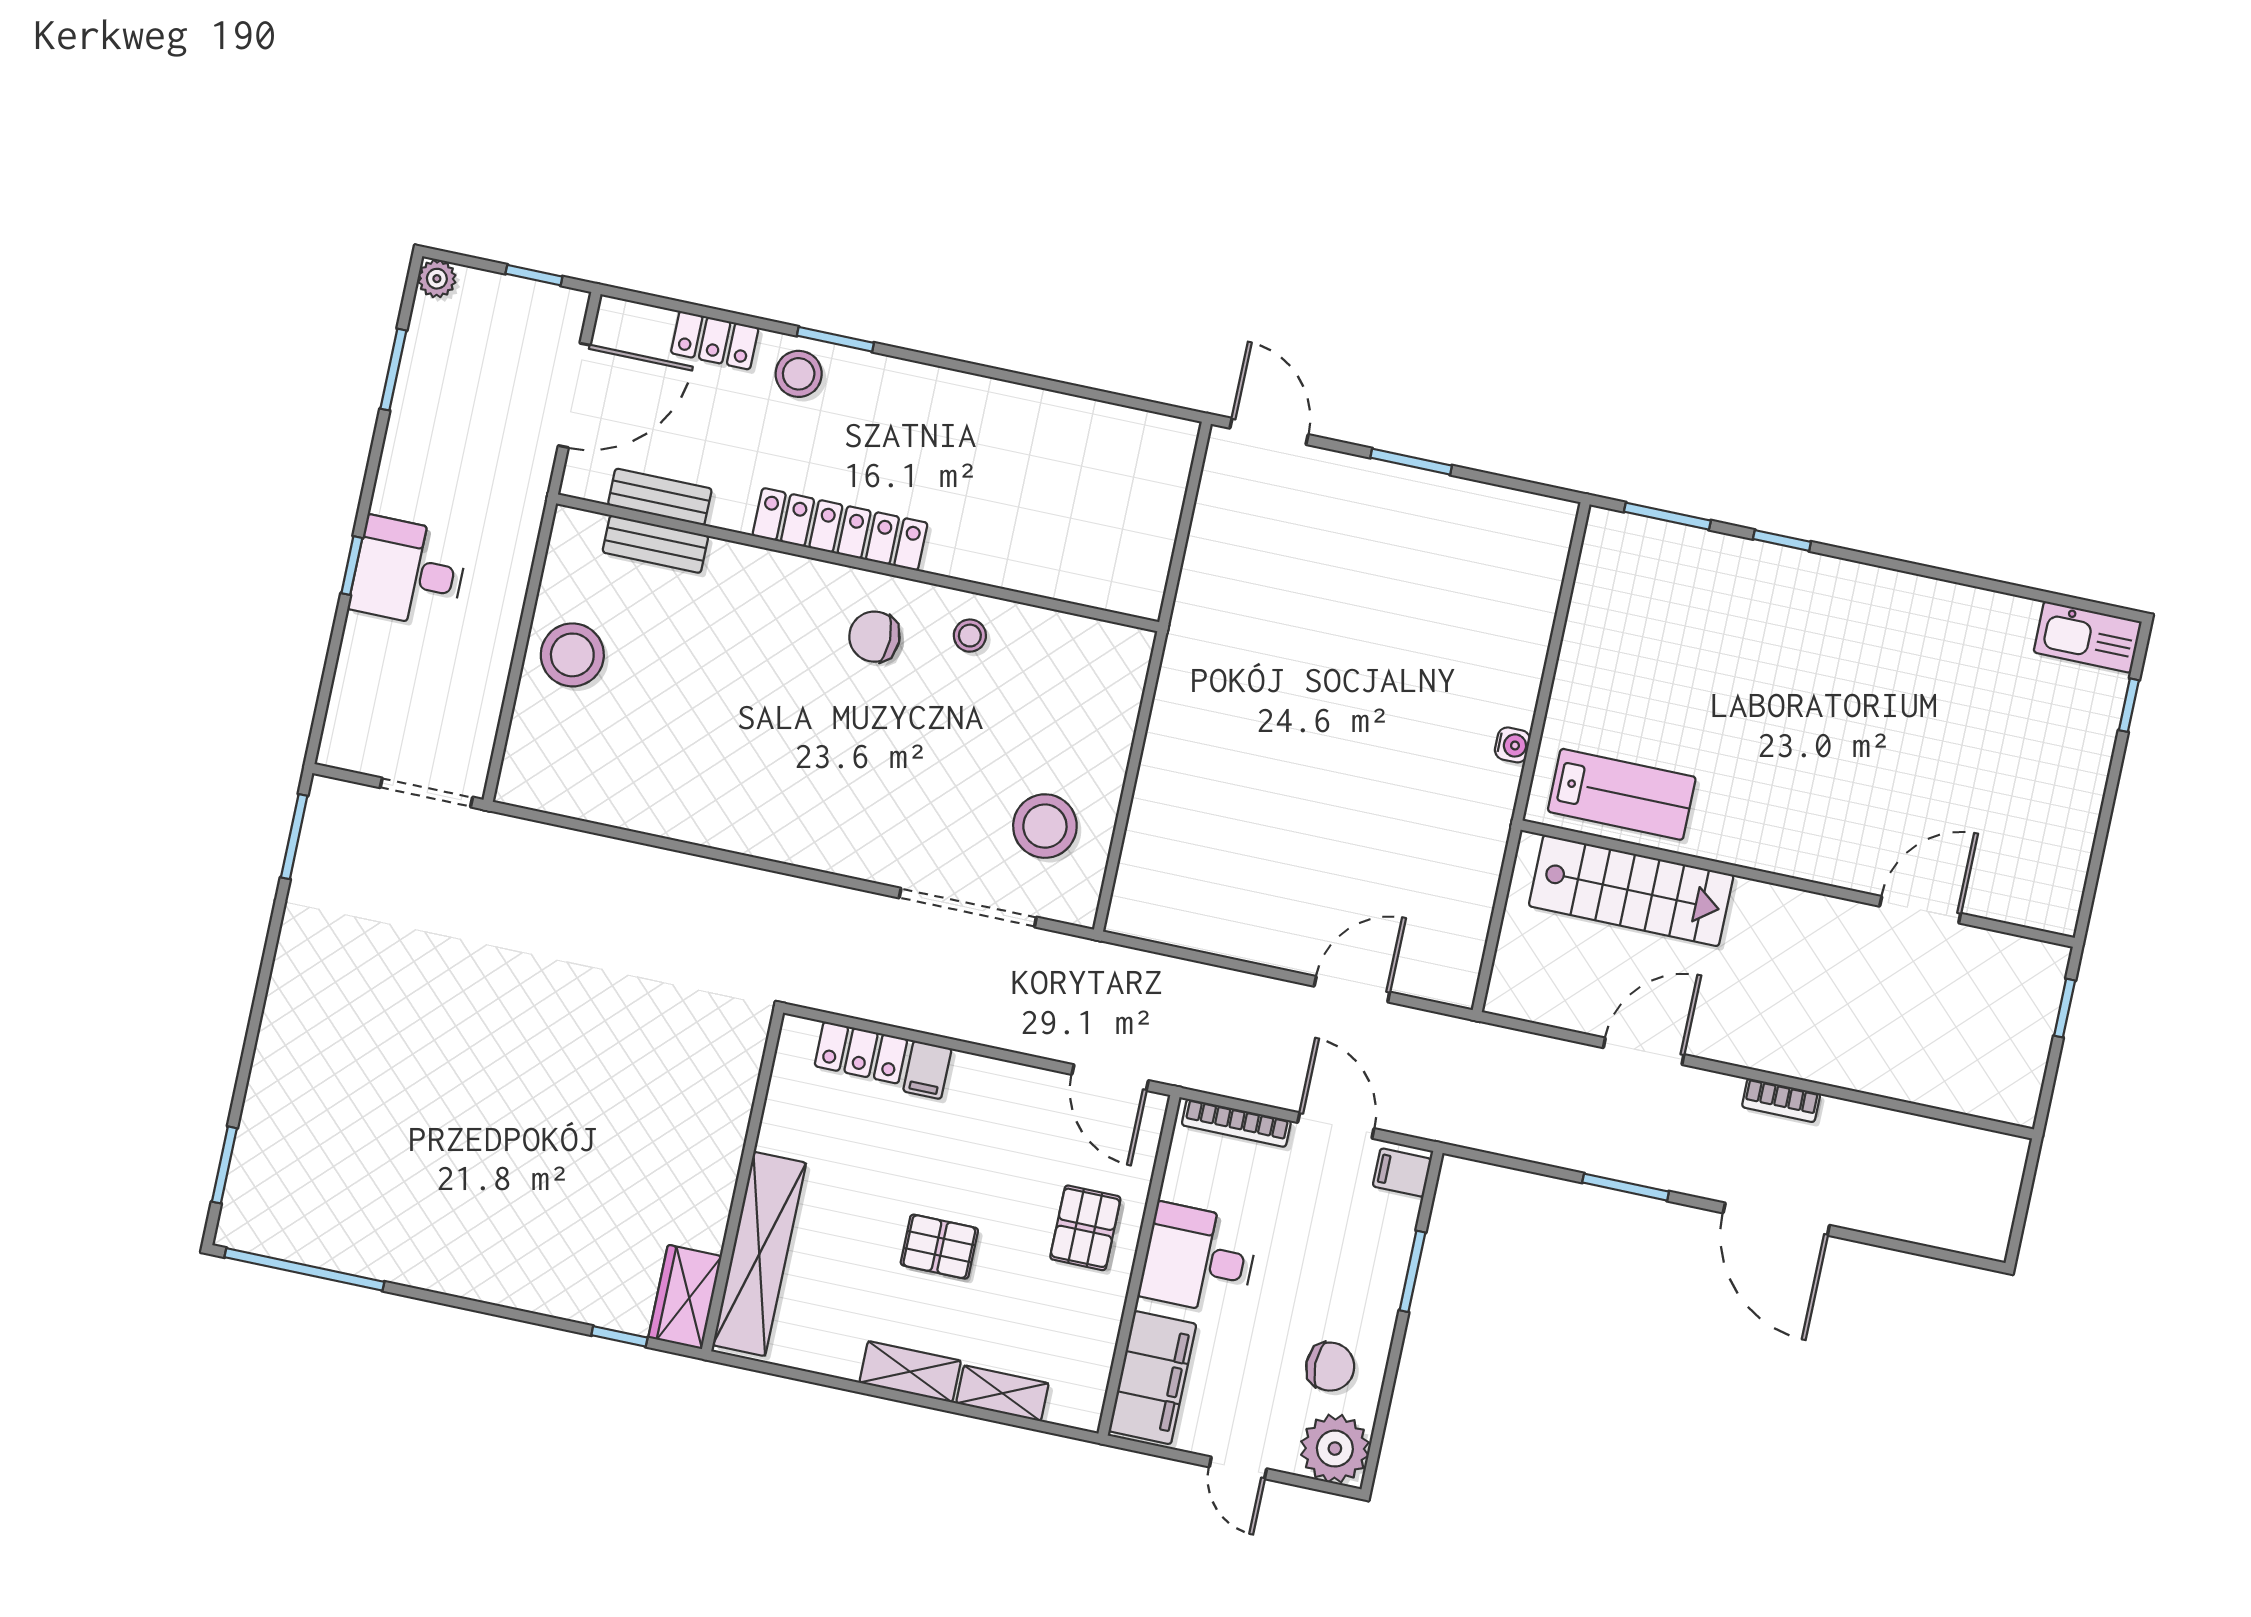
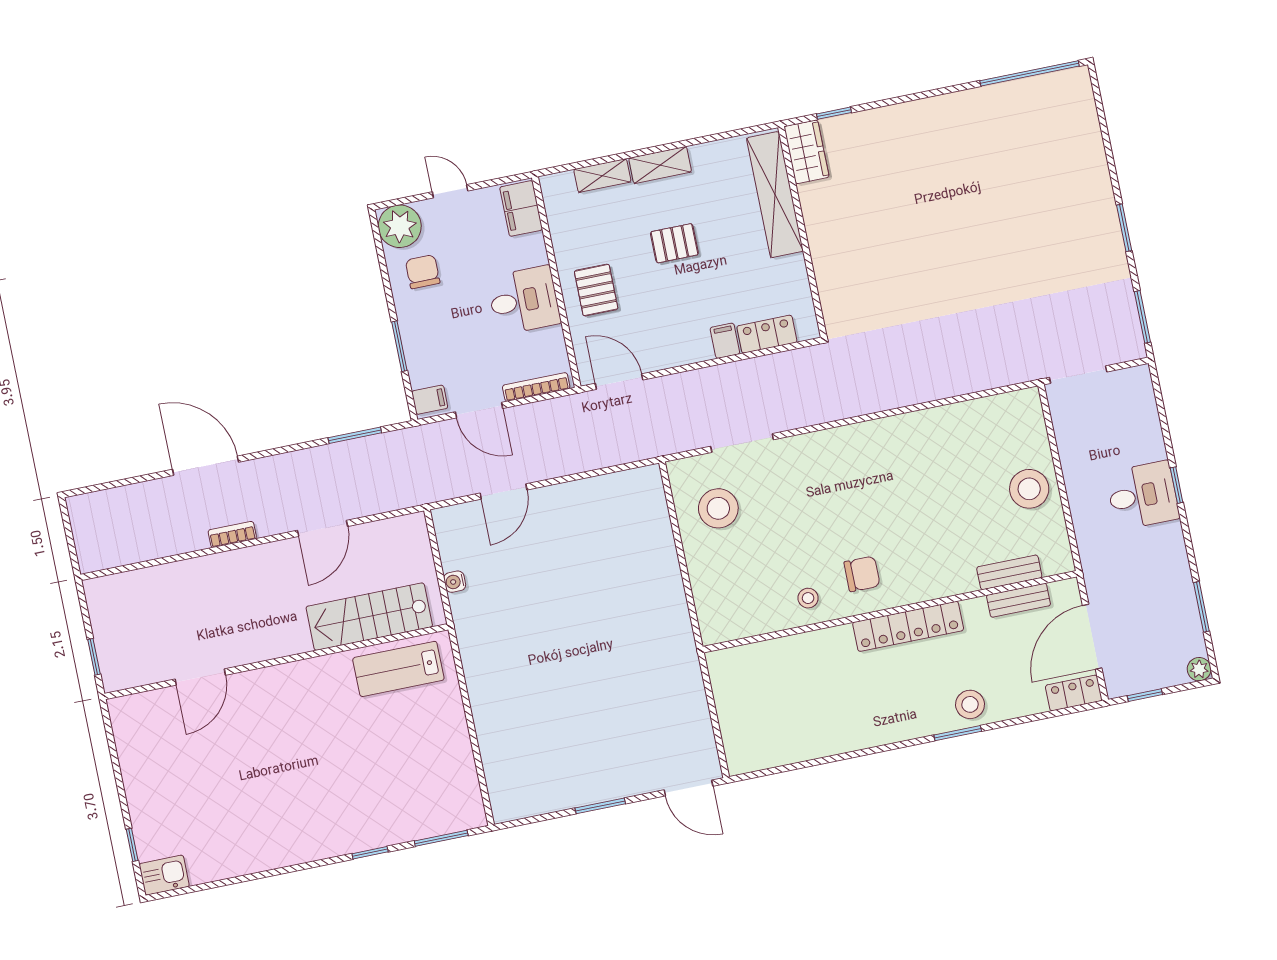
locker: (715, 340) -> (1074, 693), moved
kitchen sink: (2088, 637) -> (164, 875), width x0.73
water cooler: (1512, 745) -> (455, 582), moved
doorway: (968, 908) -> (742, 443), width x0.73
window: (224, 1165) -> (1124, 228), moved
window: (1626, 1187) -> (355, 435), moved
chair: (1330, 1367) -> (423, 272), turned 90
filing cabinet: (1153, 1378) -> (521, 208), width x0.67, depth x0.86

